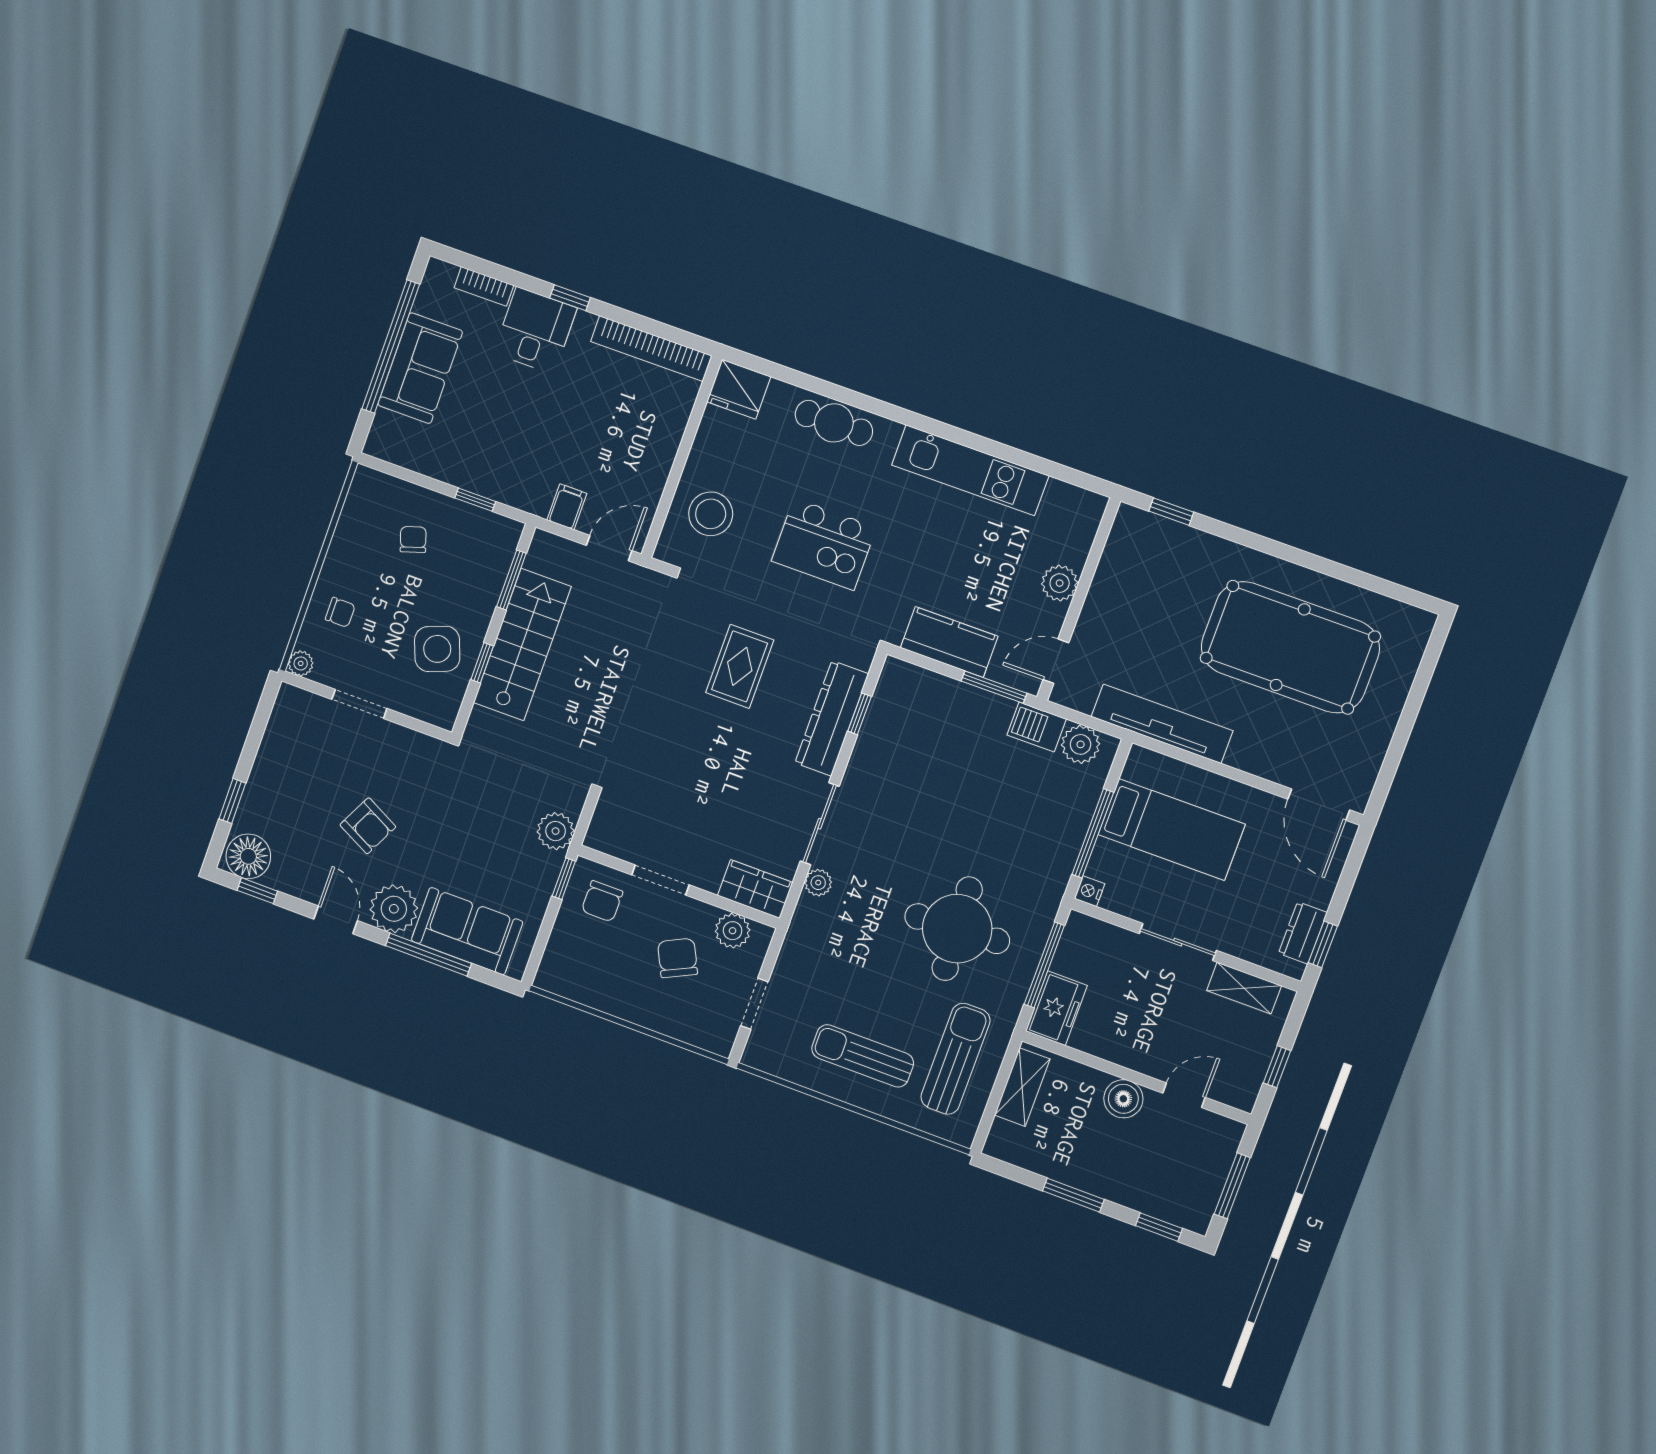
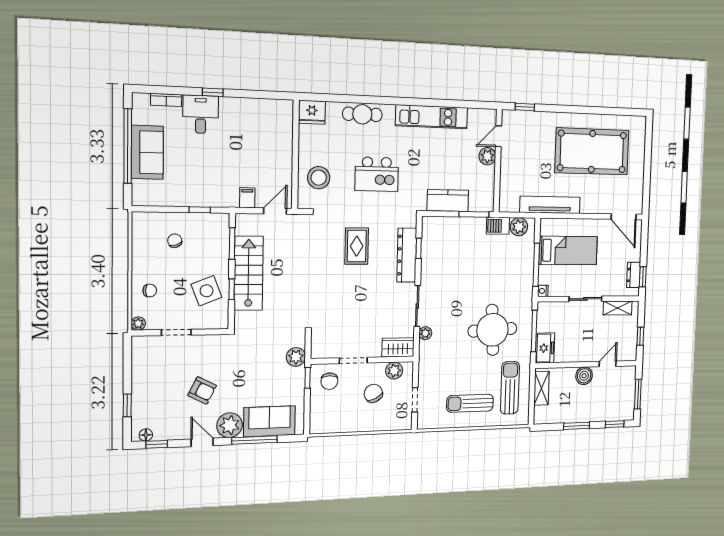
bookcase: (651, 349) -> (262, 105), removed
door: (1056, 661) -> (499, 136), moved
floor lamp: (248, 856) -> (146, 435), width x0.53, depth x0.53

